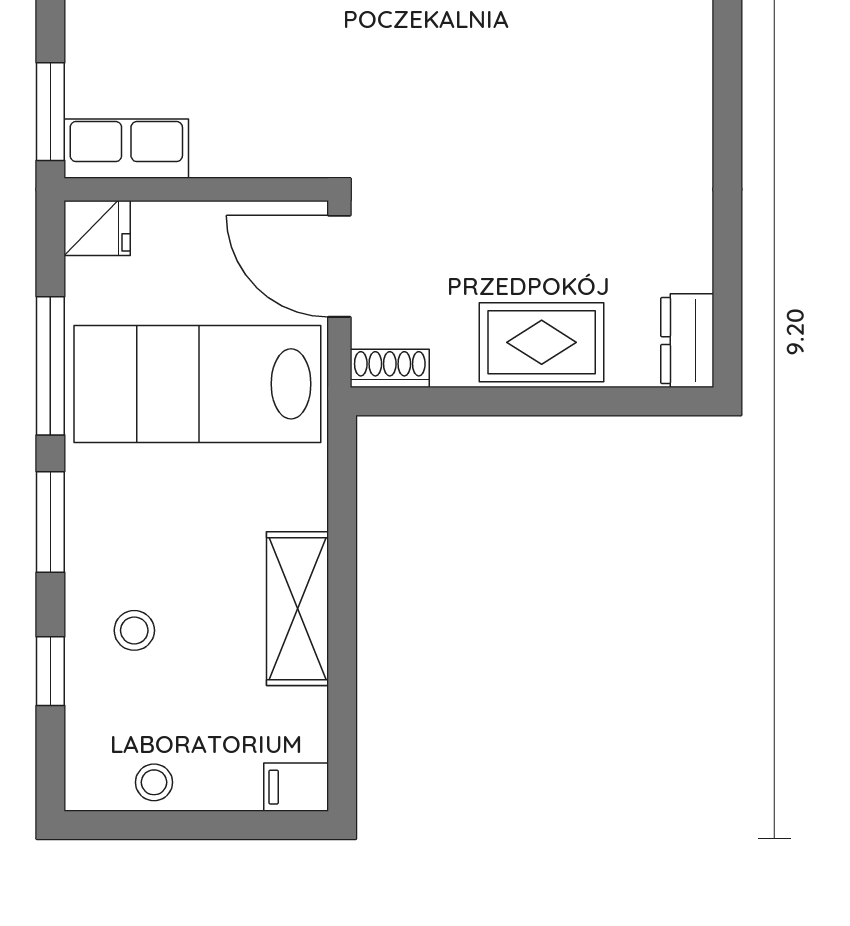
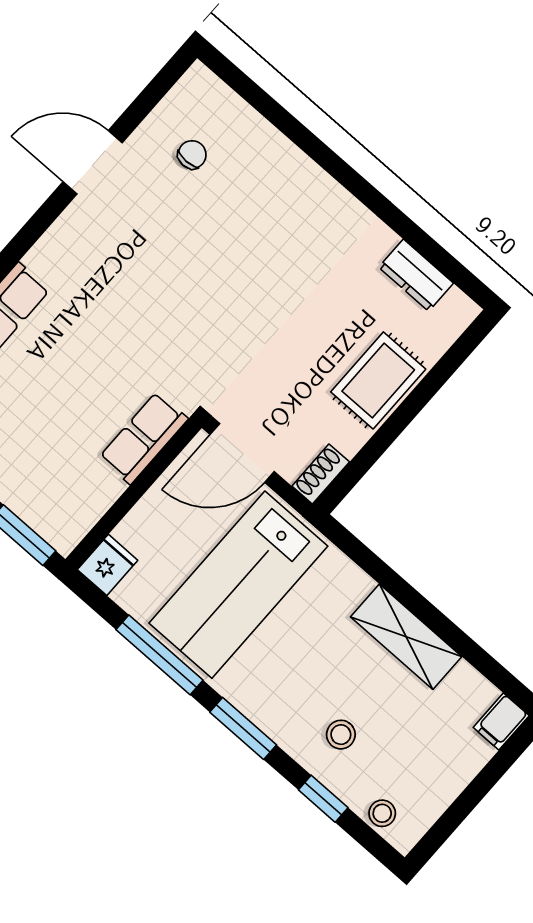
row of seats: (126, 149) -> (144, 438), moved
dresser: (687, 341) -> (416, 275), moved
stool: (154, 782) -> (382, 813), moved

